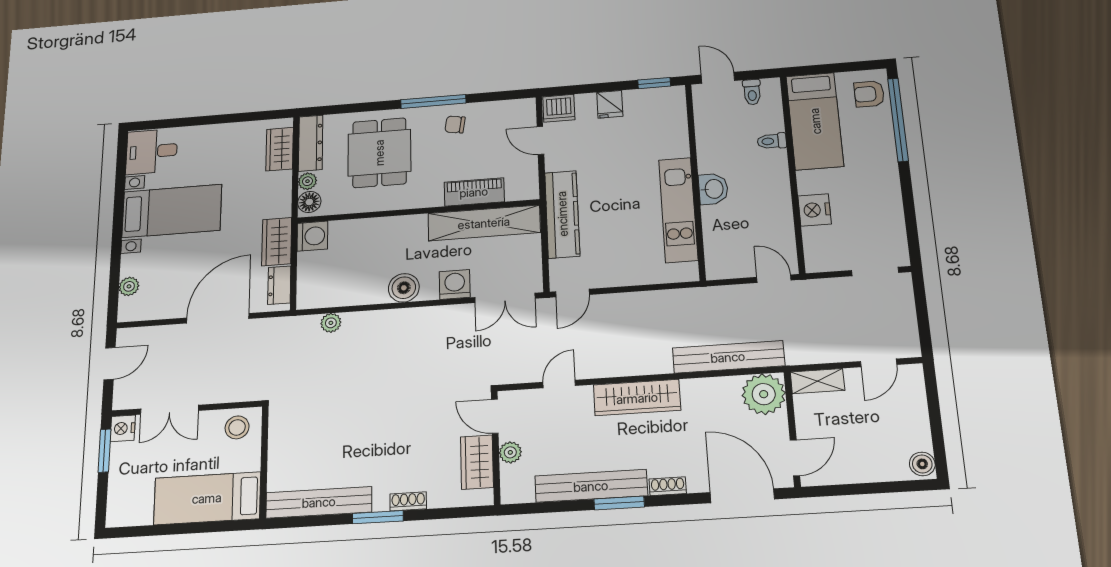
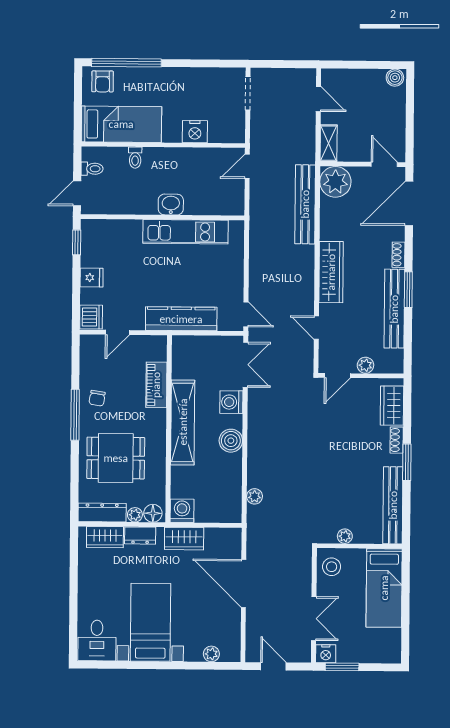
shelving: (484, 223) -> (183, 422), moved
dresser: (279, 285) -> (140, 536), moved
plant: (277, 442) -> (345, 536), added
wardrobe: (477, 462) -> (392, 406), moved, turned 90

